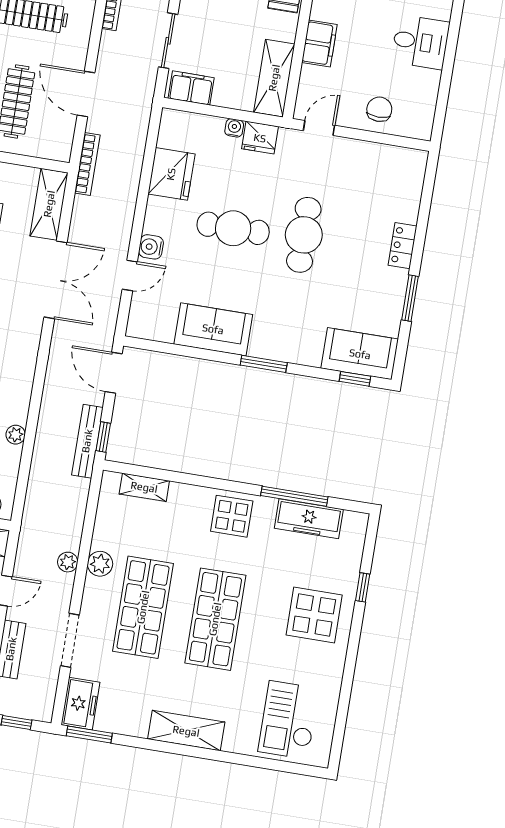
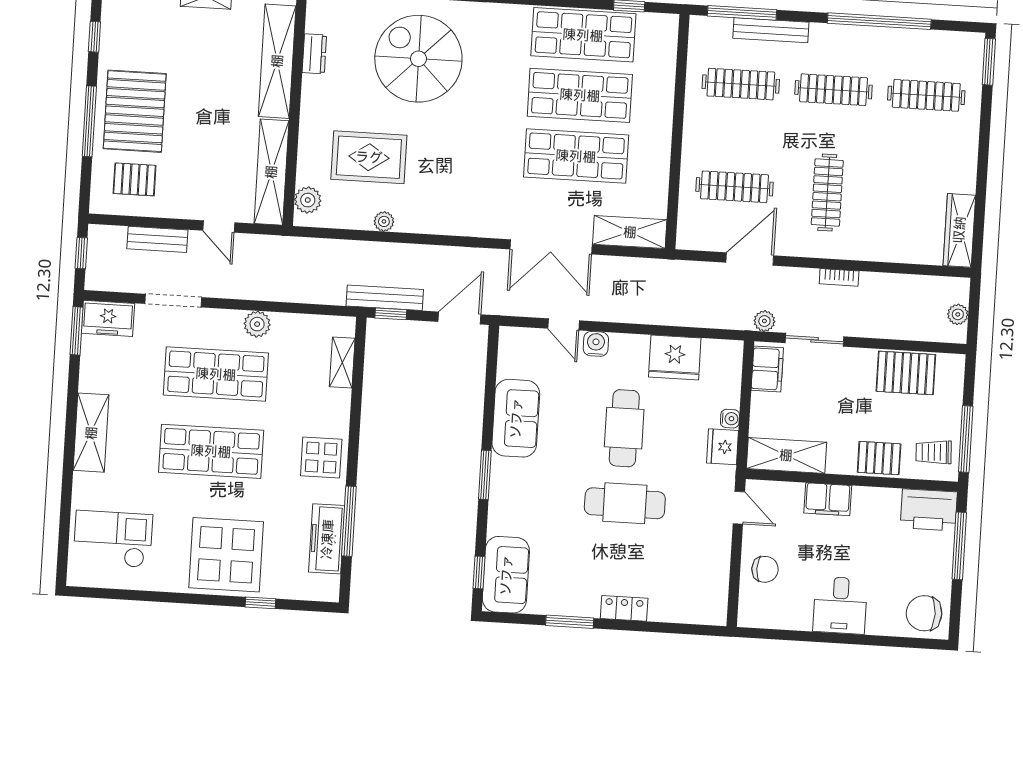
bookcase: (87, 164) -> (676, 268), removed
plant: (68, 562) -> (764, 321), moved
display table: (314, 615) -> (226, 555), width x1.36, depth x1.36

